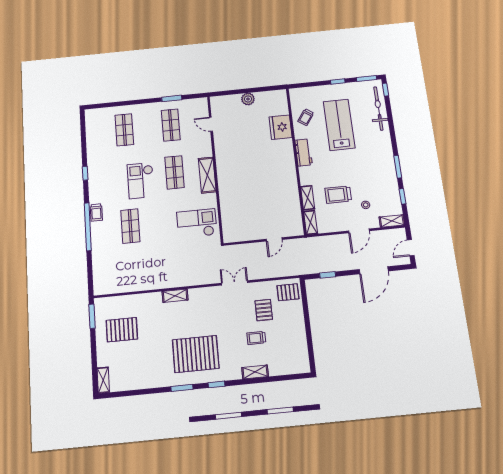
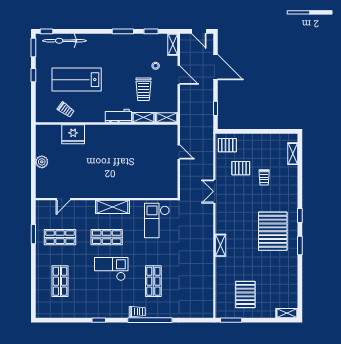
shop shelf: (124, 130) -> (60, 281), turned 90
workbench: (304, 152) -> (118, 116), moved
checkout: (141, 181) -> (111, 269), turned 180
shop shelf: (130, 226) -> (153, 281), turned 90
pallet: (288, 292) -> (227, 145), turned 90
shelving: (255, 372) -> (293, 154), moved

